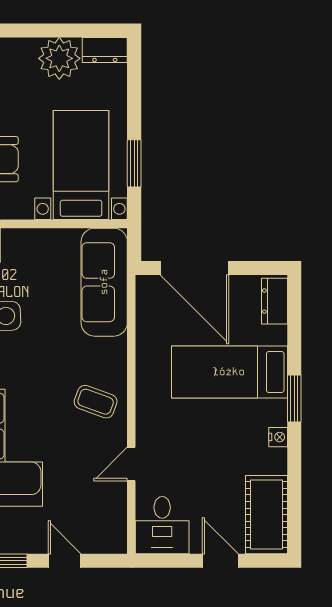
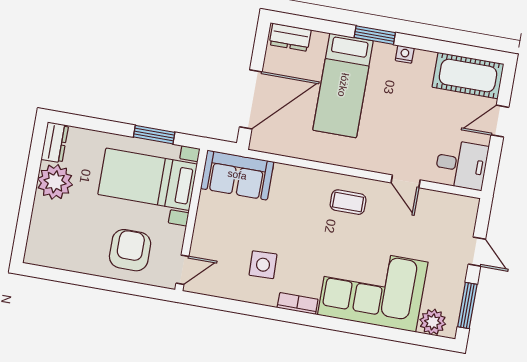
sofa: (104, 282) -> (237, 175), width x0.73
coffee table: (96, 402) -> (348, 202), turned 70
door: (65, 561) -> (477, 252), swing flipped

